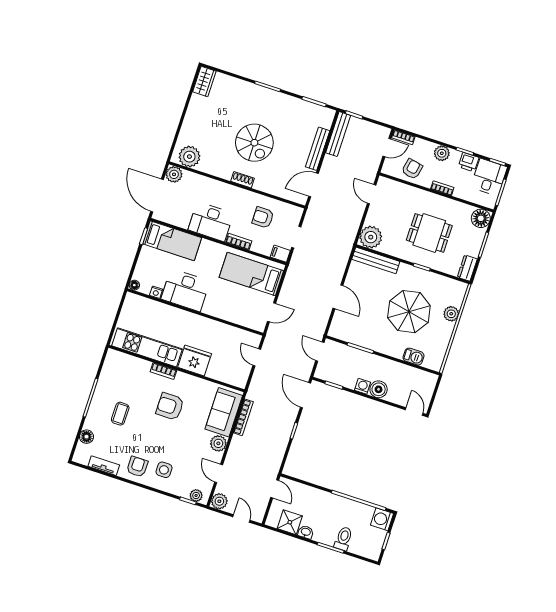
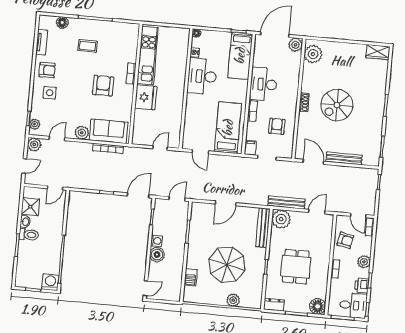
bench: (338, 134) -> (286, 202), moved
toilet: (343, 539) -> (29, 235), moved

